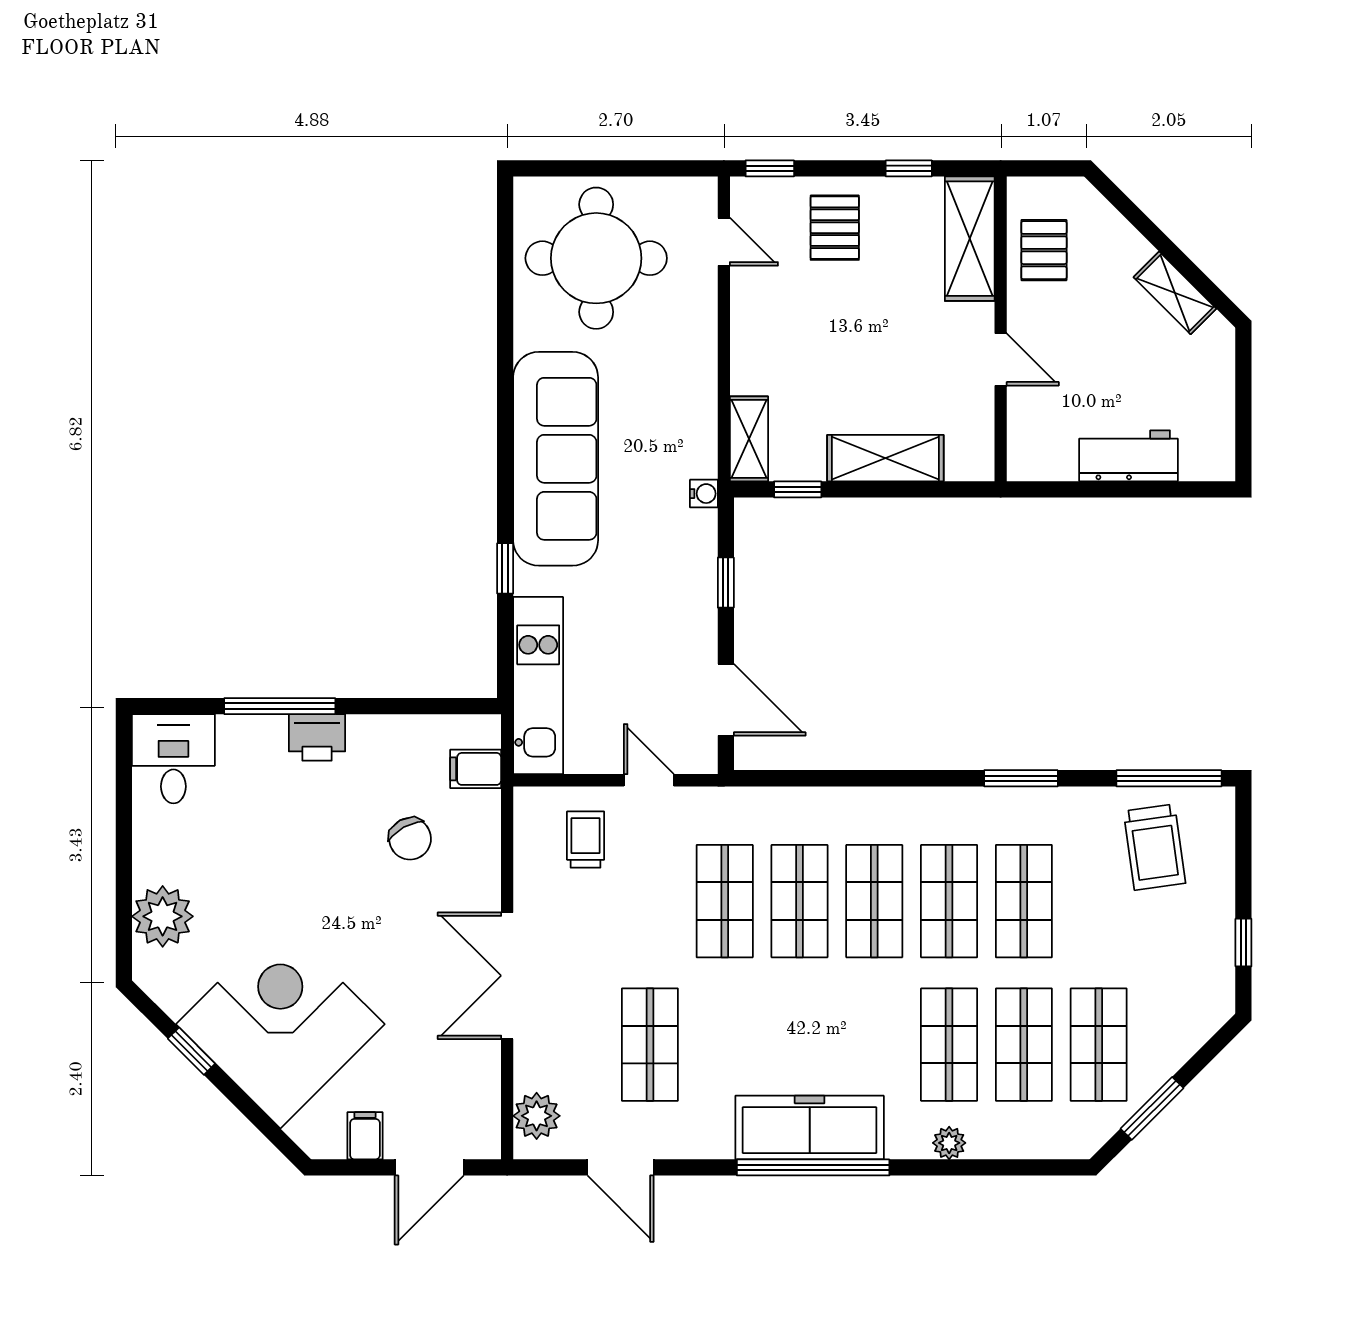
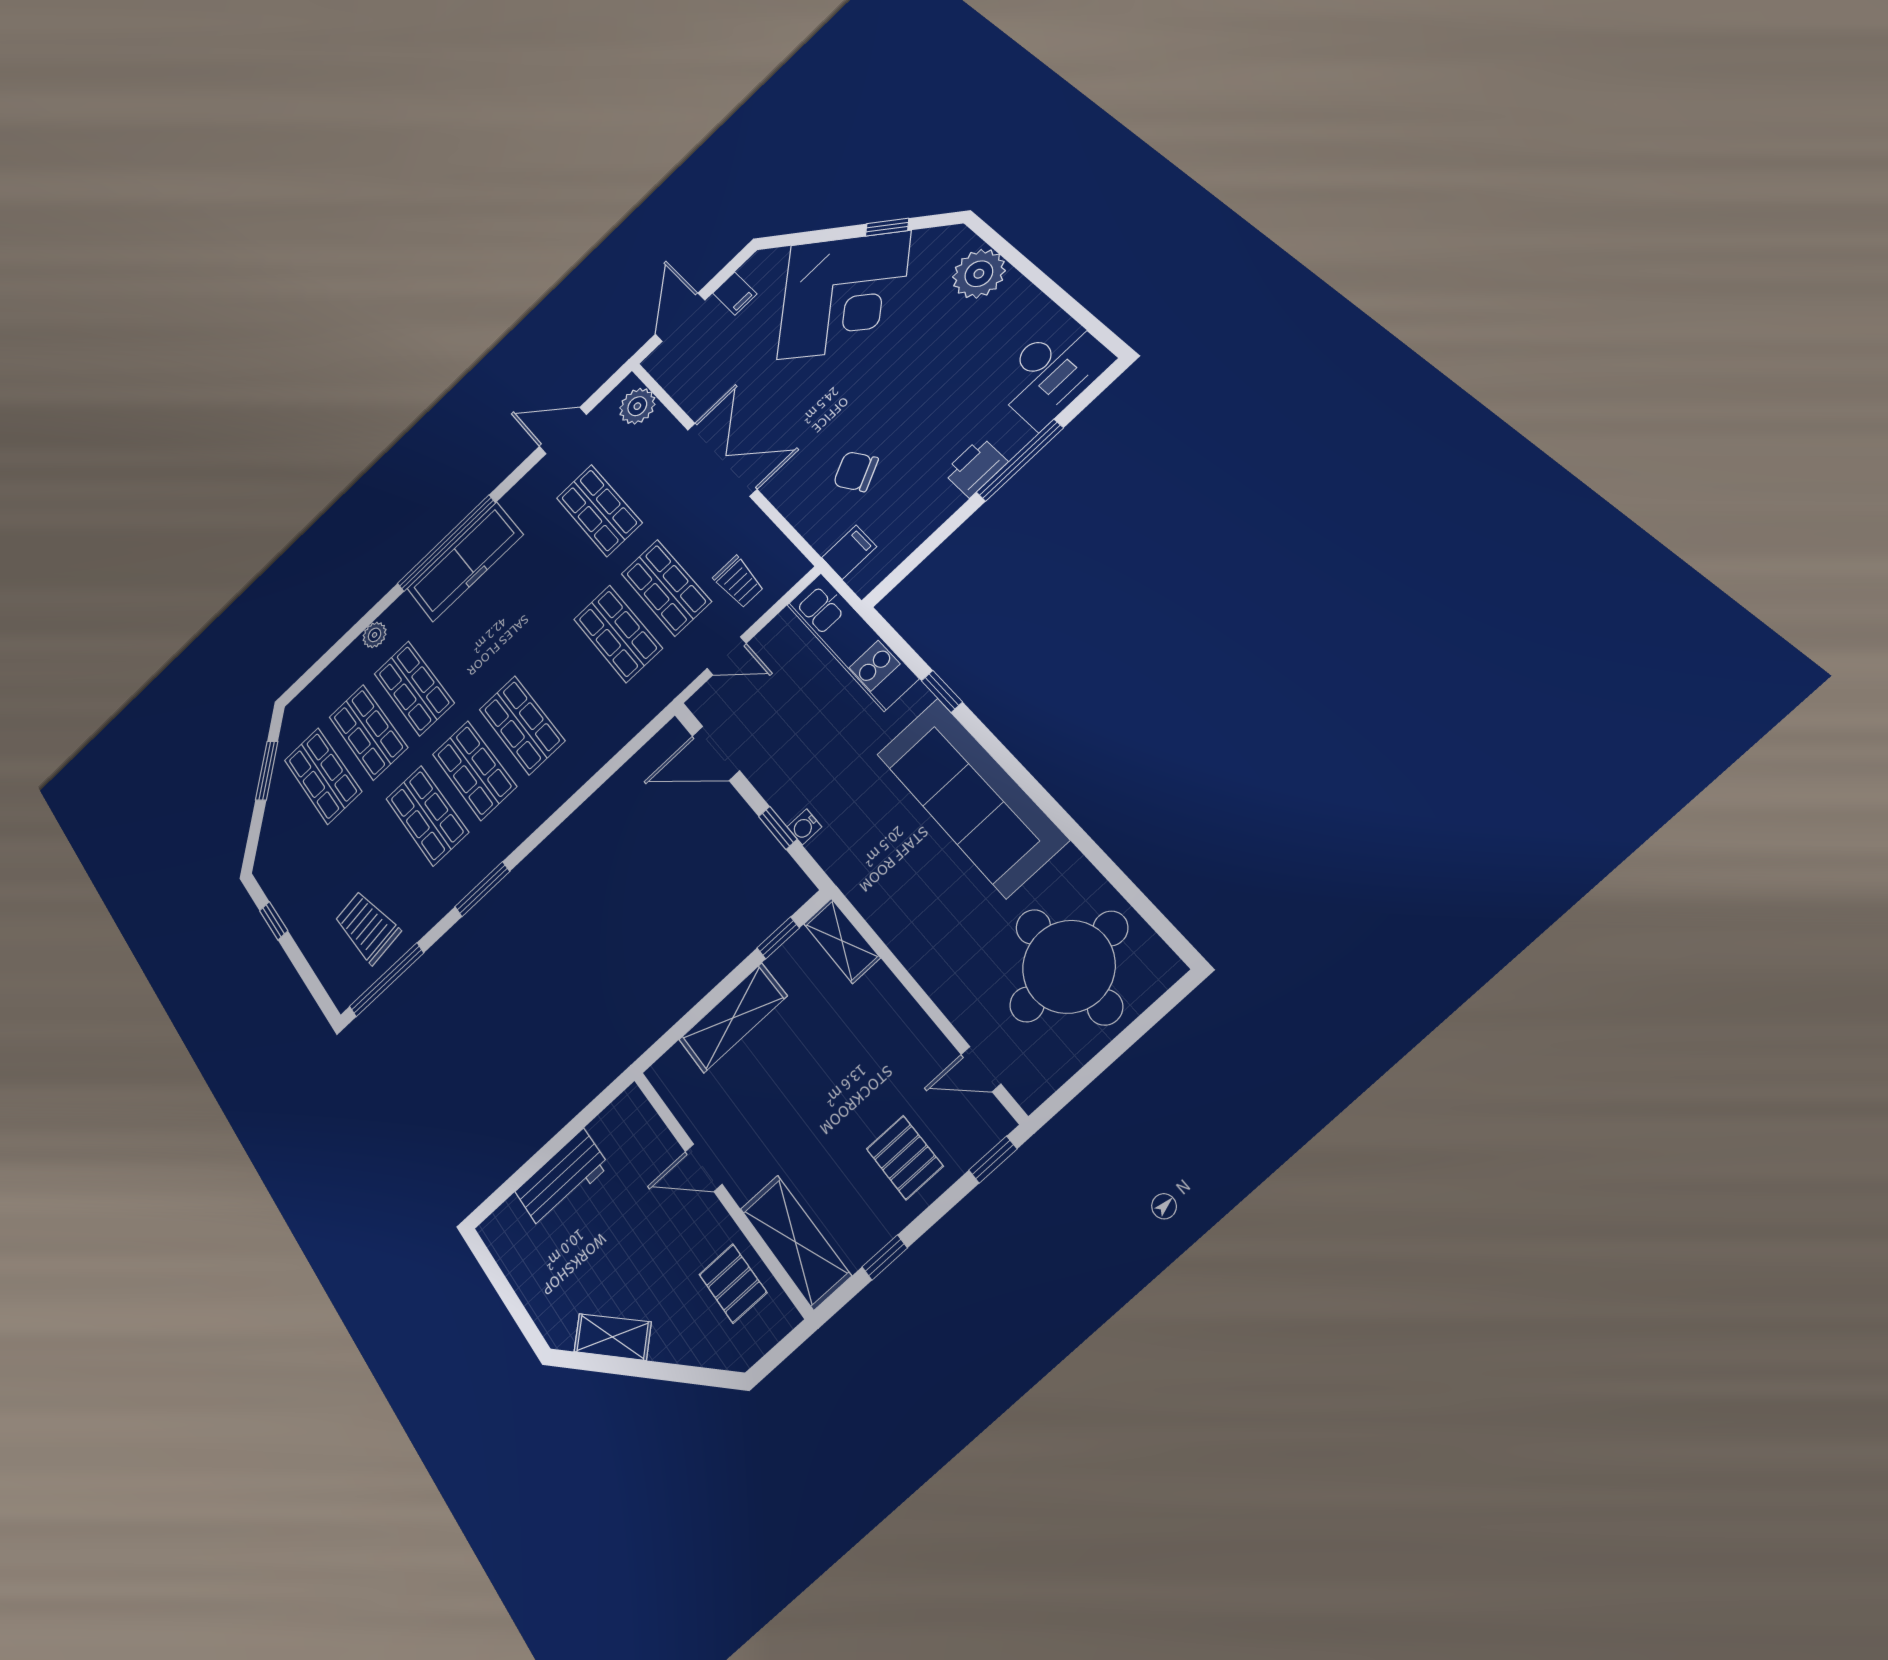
water cooler: (704, 494) -> (804, 827), moved
desk: (173, 759) -> (1052, 372), width x1.37
shop shelf: (799, 901) -> (666, 588), moved

